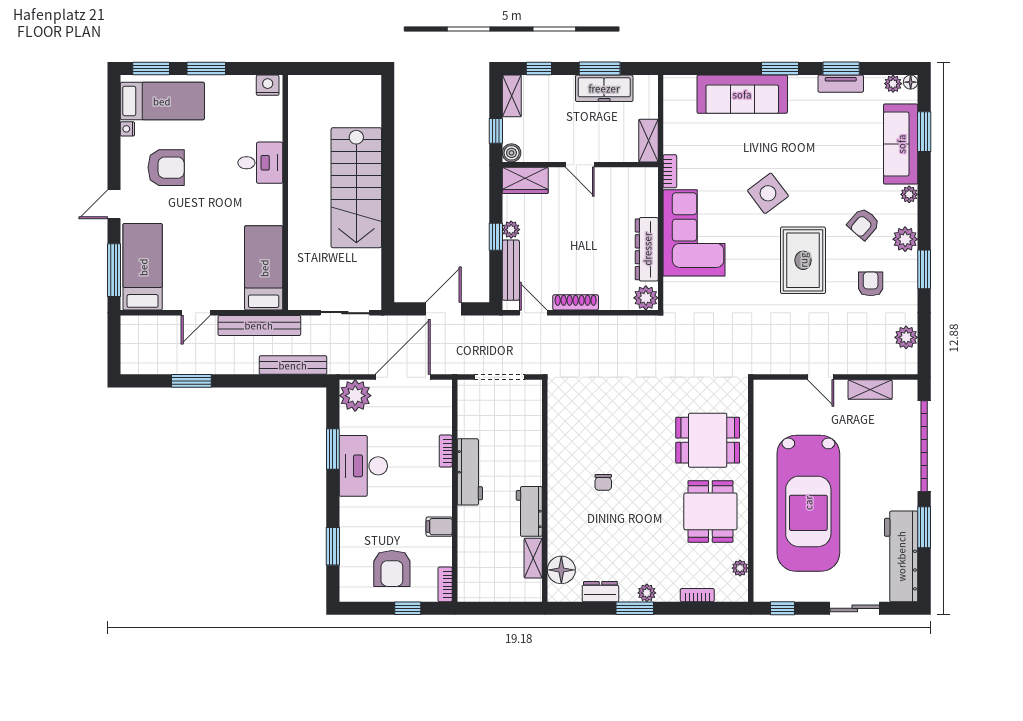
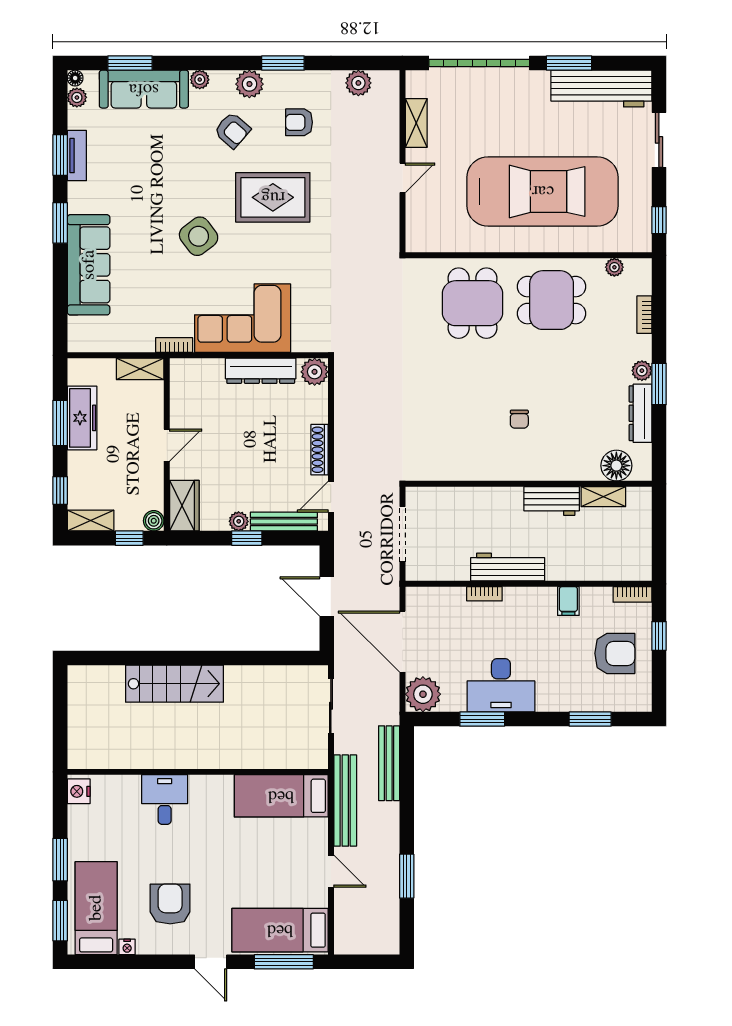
stairs: (356, 188) -> (175, 684), width x0.73, depth x0.66
chair: (603, 482) -> (519, 419), turned 90
dresser: (600, 592) -> (640, 413), width x1.44

